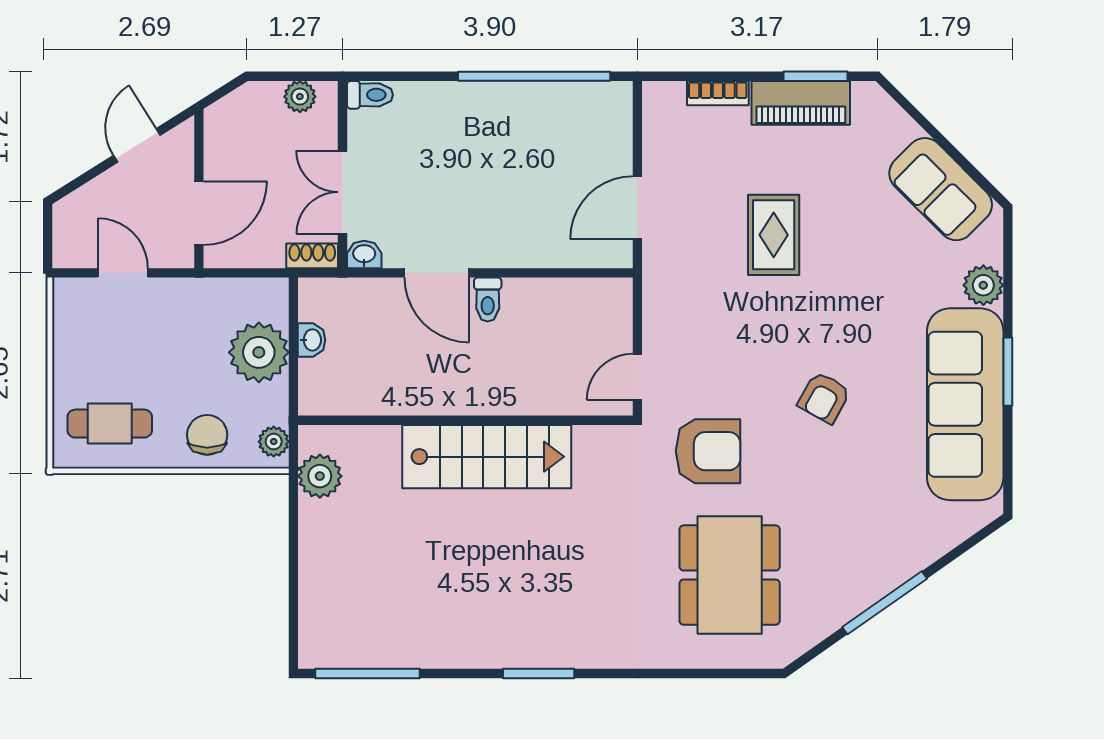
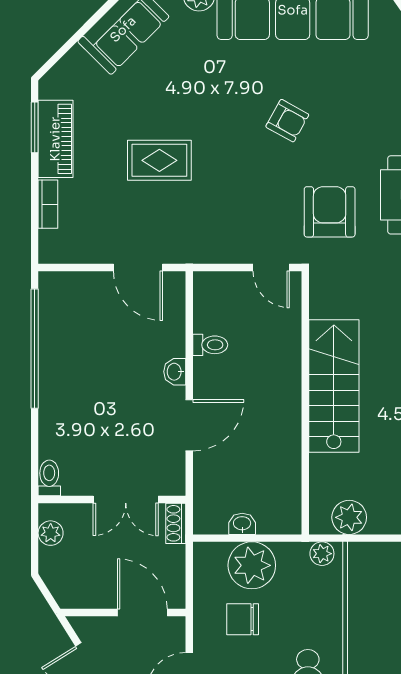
washbasin: (364, 254) -> (175, 372), moved
toilet: (488, 299) -> (210, 345), moved
chair: (207, 435) -> (243, 619), moved

